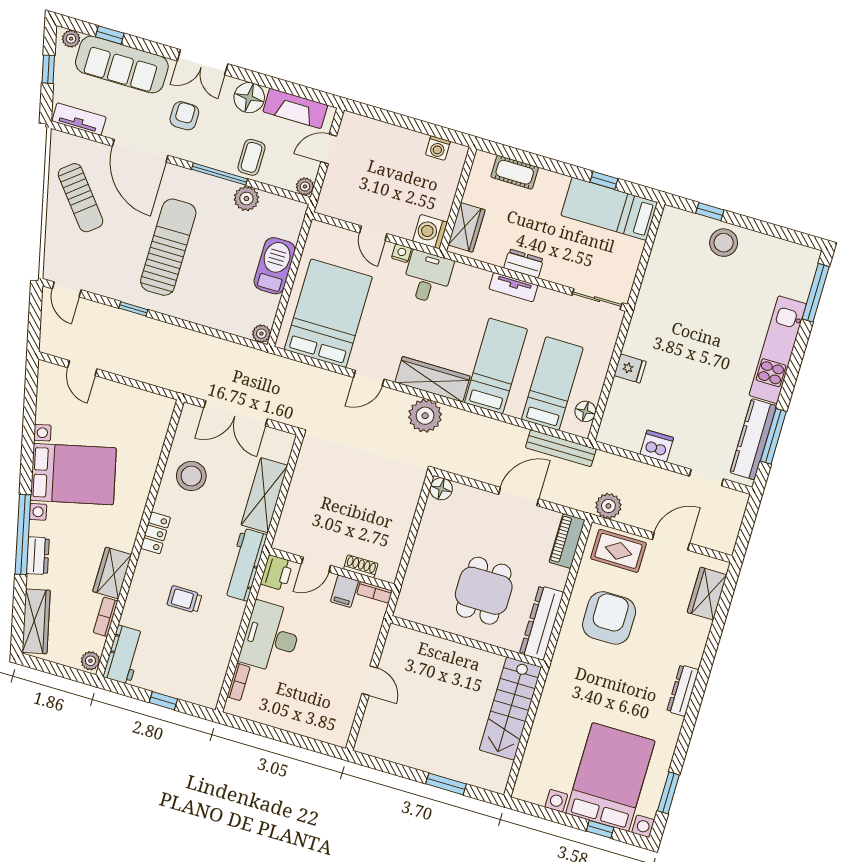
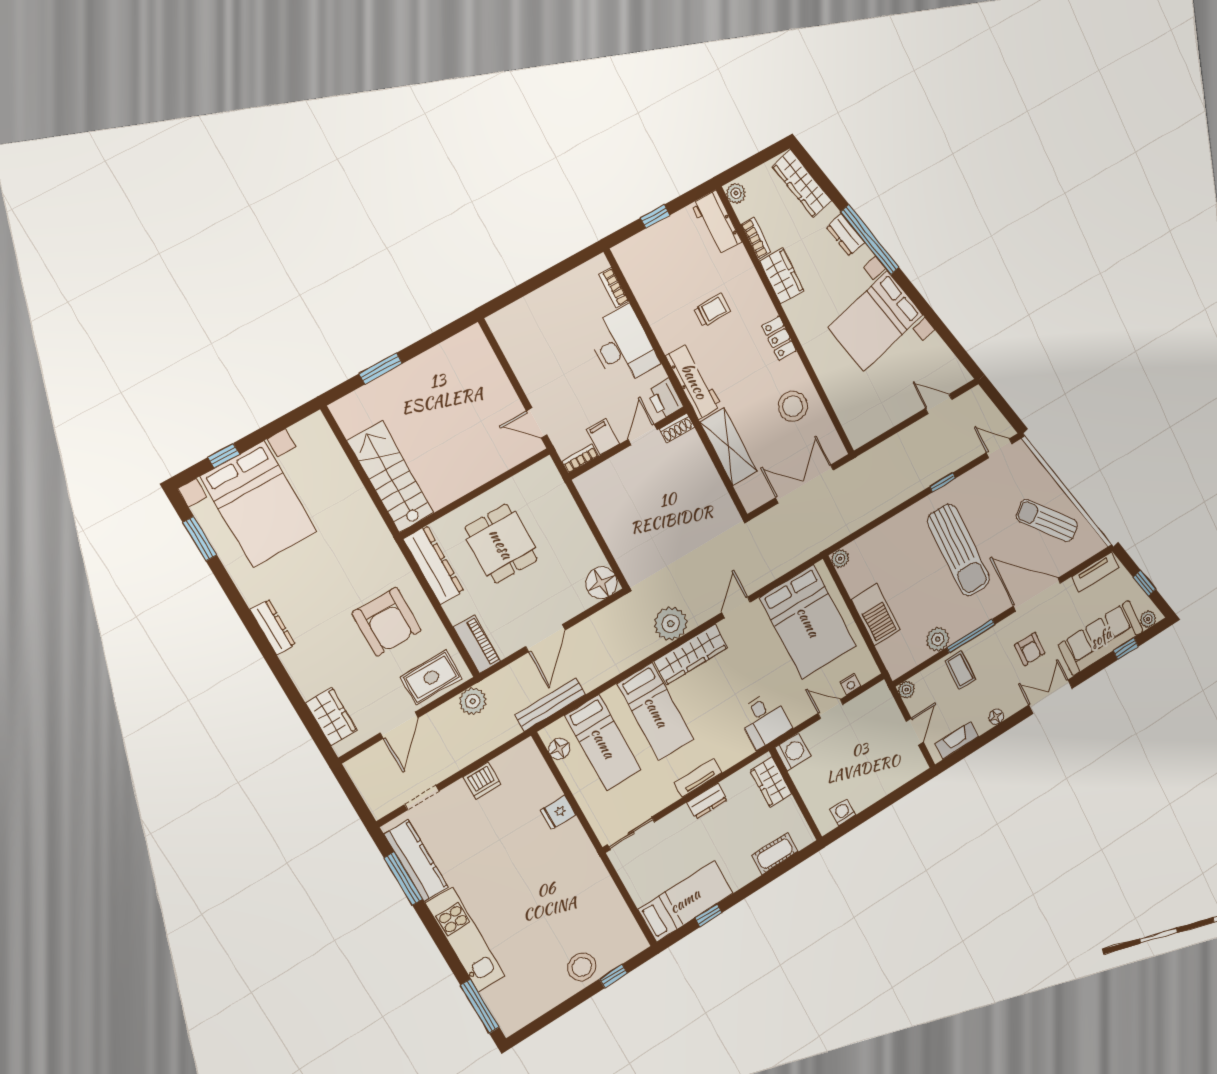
floor lamp: (249, 98) -> (996, 717), width x0.53, depth x0.53
fireplace: (295, 108) -> (957, 740), width x0.73, depth x0.76
nightstand: (401, 253) -> (850, 684), moved
floor lamp: (441, 489) -> (601, 583), width x1.38, depth x1.38
shoe rack: (361, 566) -> (677, 428), moved
door: (370, 681) -> (537, 423), moved

